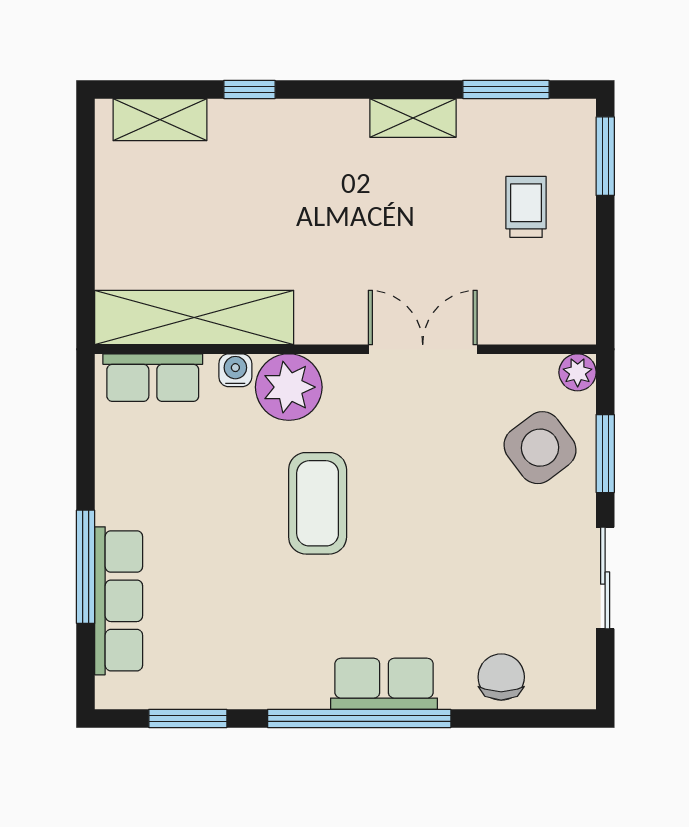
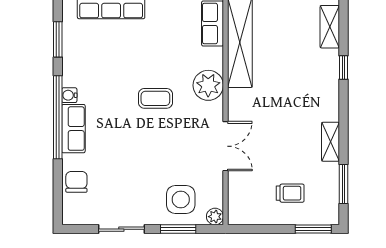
water cooler: (235, 370) -> (69, 95), moved, turned 180
side table: (540, 448) -> (181, 199), turned 37
coffee table: (318, 503) -> (155, 98), width x0.73, depth x0.77
chair: (501, 677) -> (76, 182), turned -90

